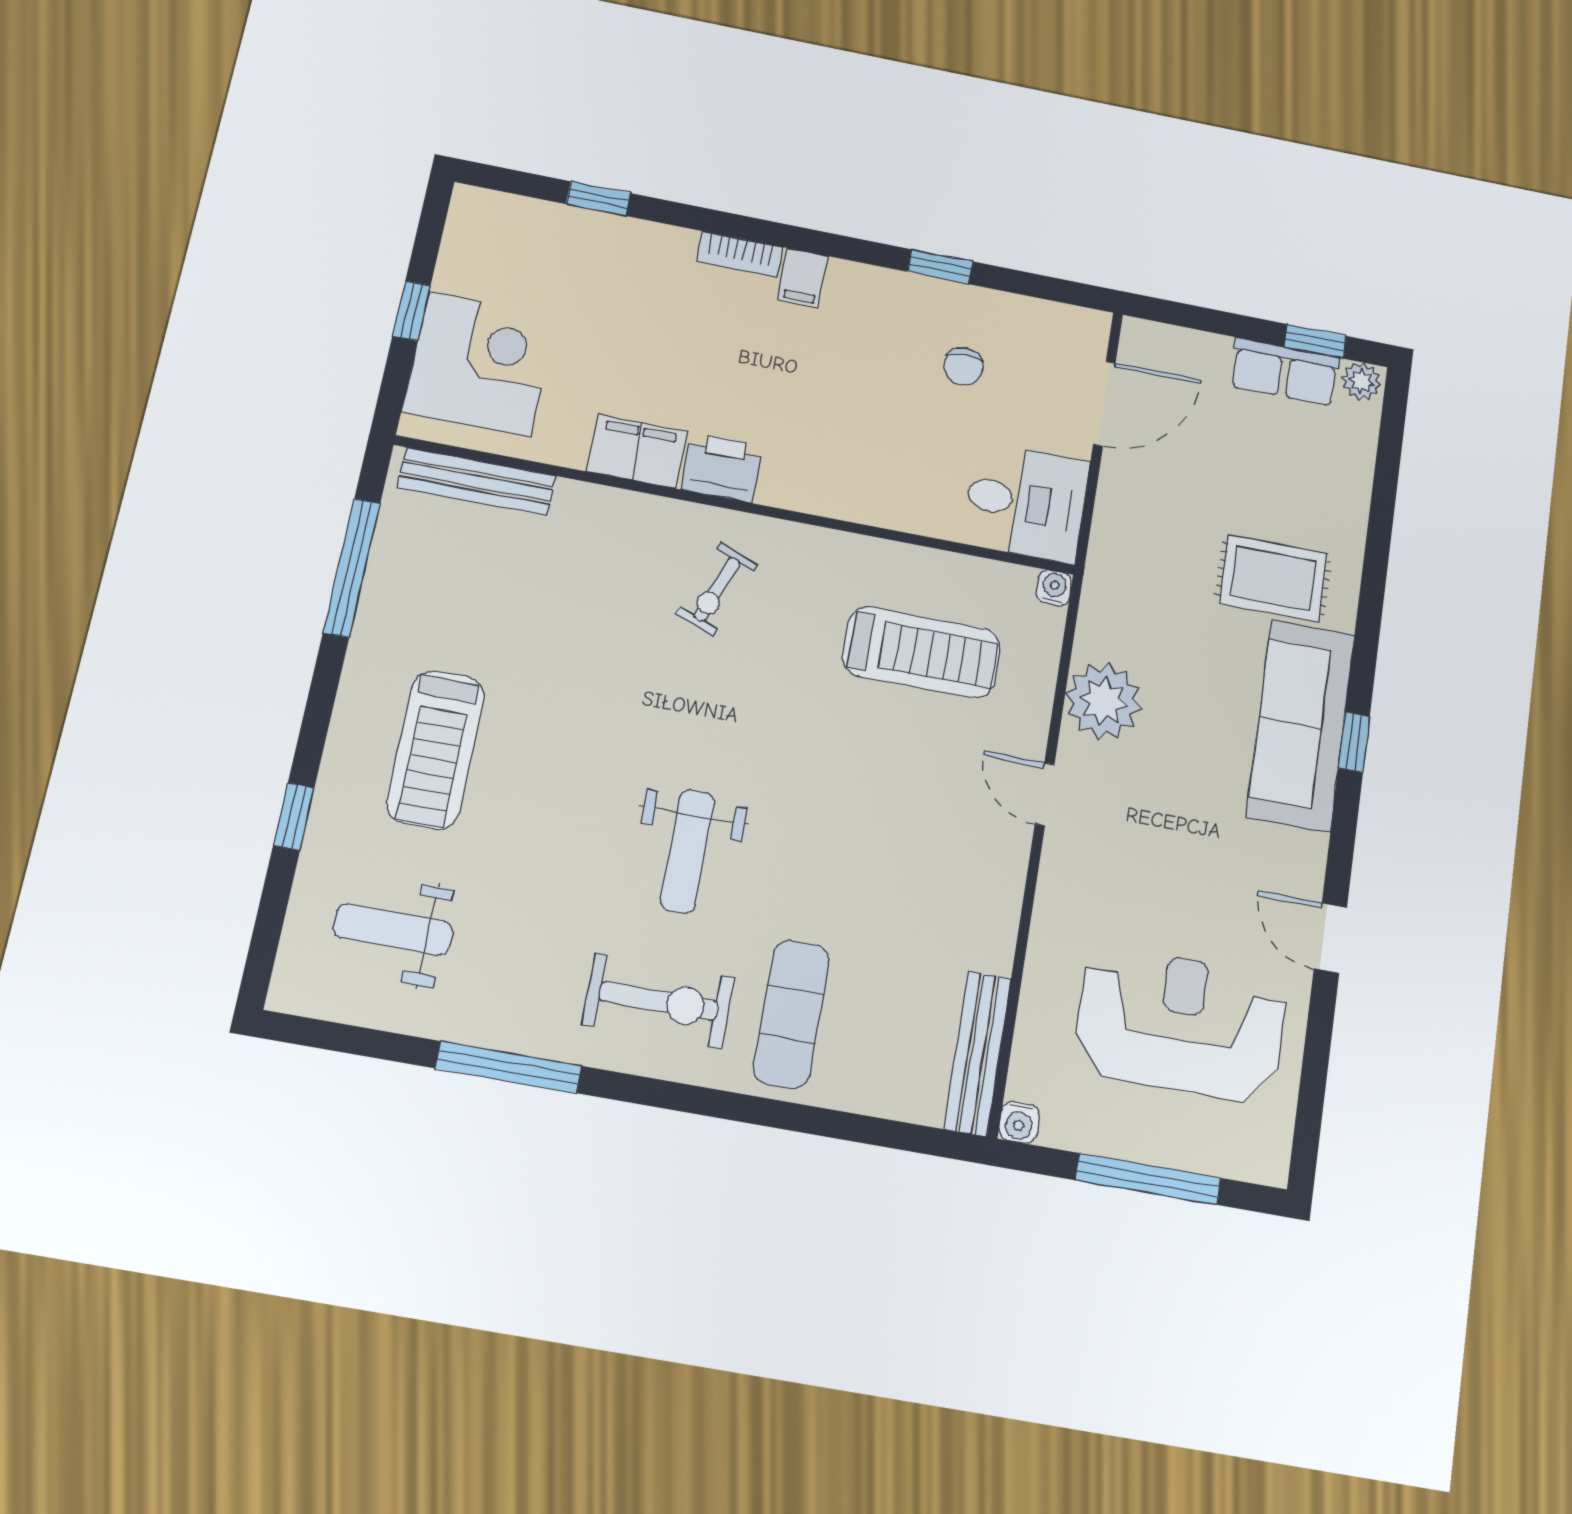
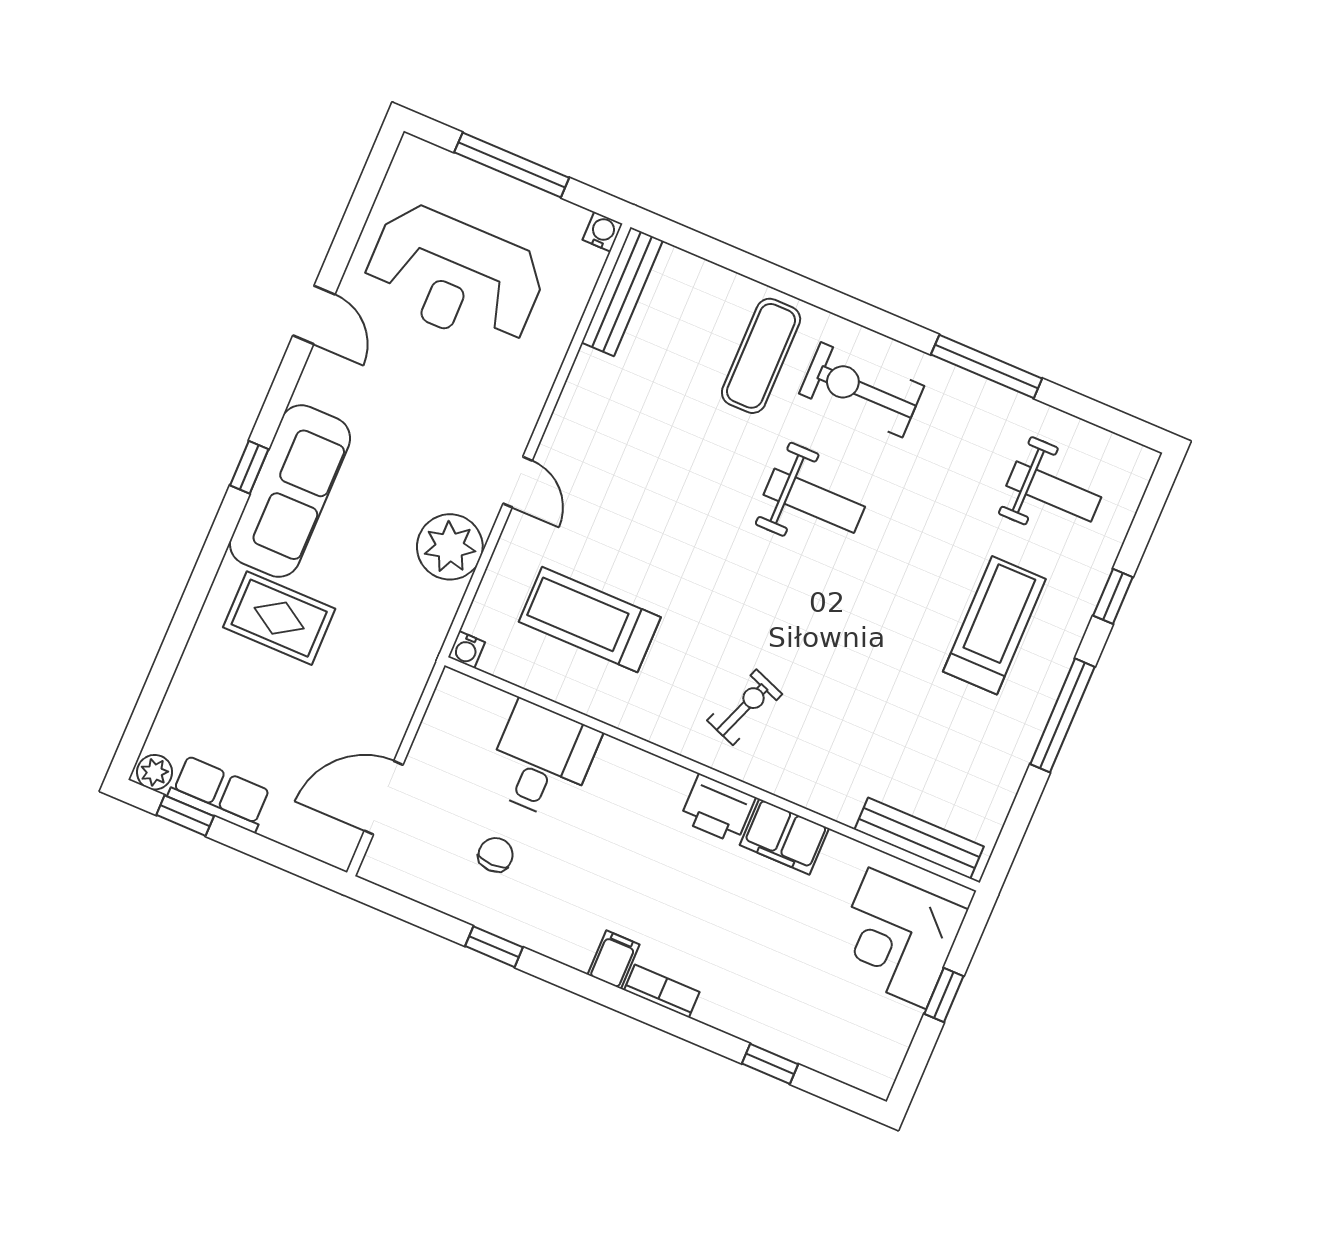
desk: (1026, 502) -> (542, 760), moved, turned 90
window: (352, 568) -> (1062, 715), moved
weight bench: (687, 851) -> (814, 501), turned 90

